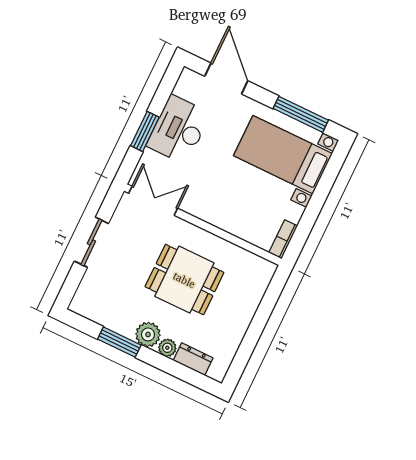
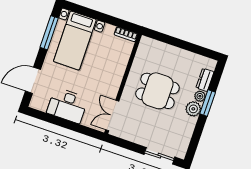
window: (145, 131) -> (71, 126), removed
sliding door: (91, 242) -> (159, 156), moved
dining table: (184, 280) -> (157, 91), turned 90
window: (119, 342) -> (208, 103), moved

